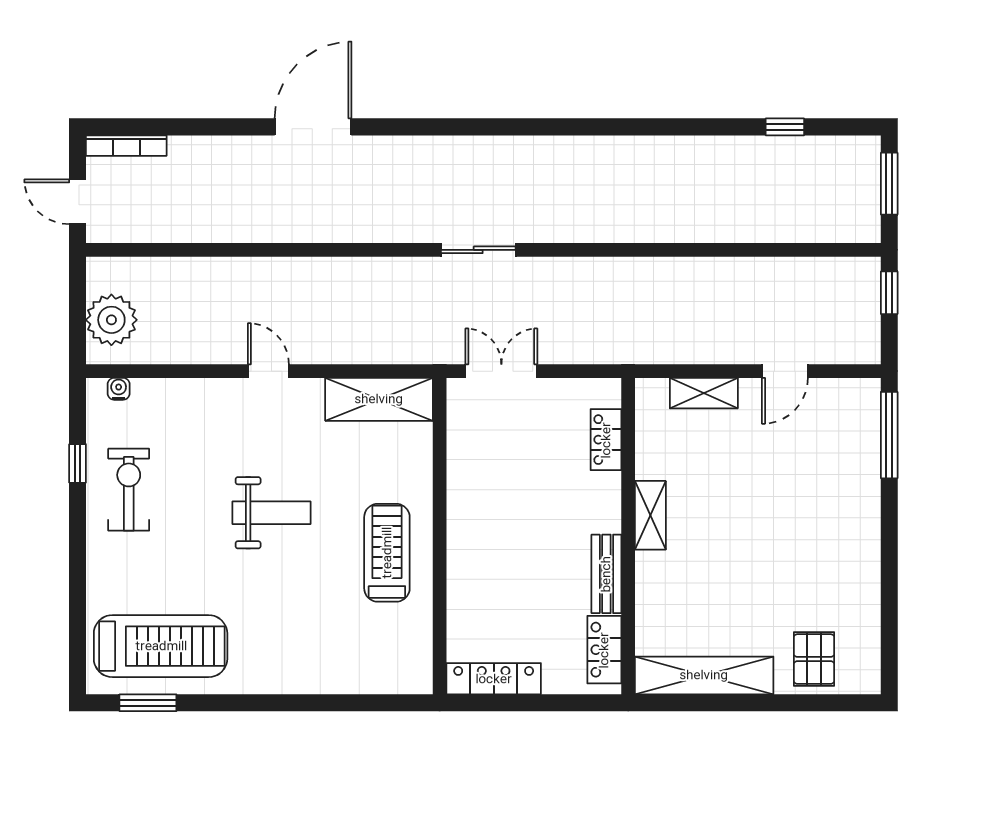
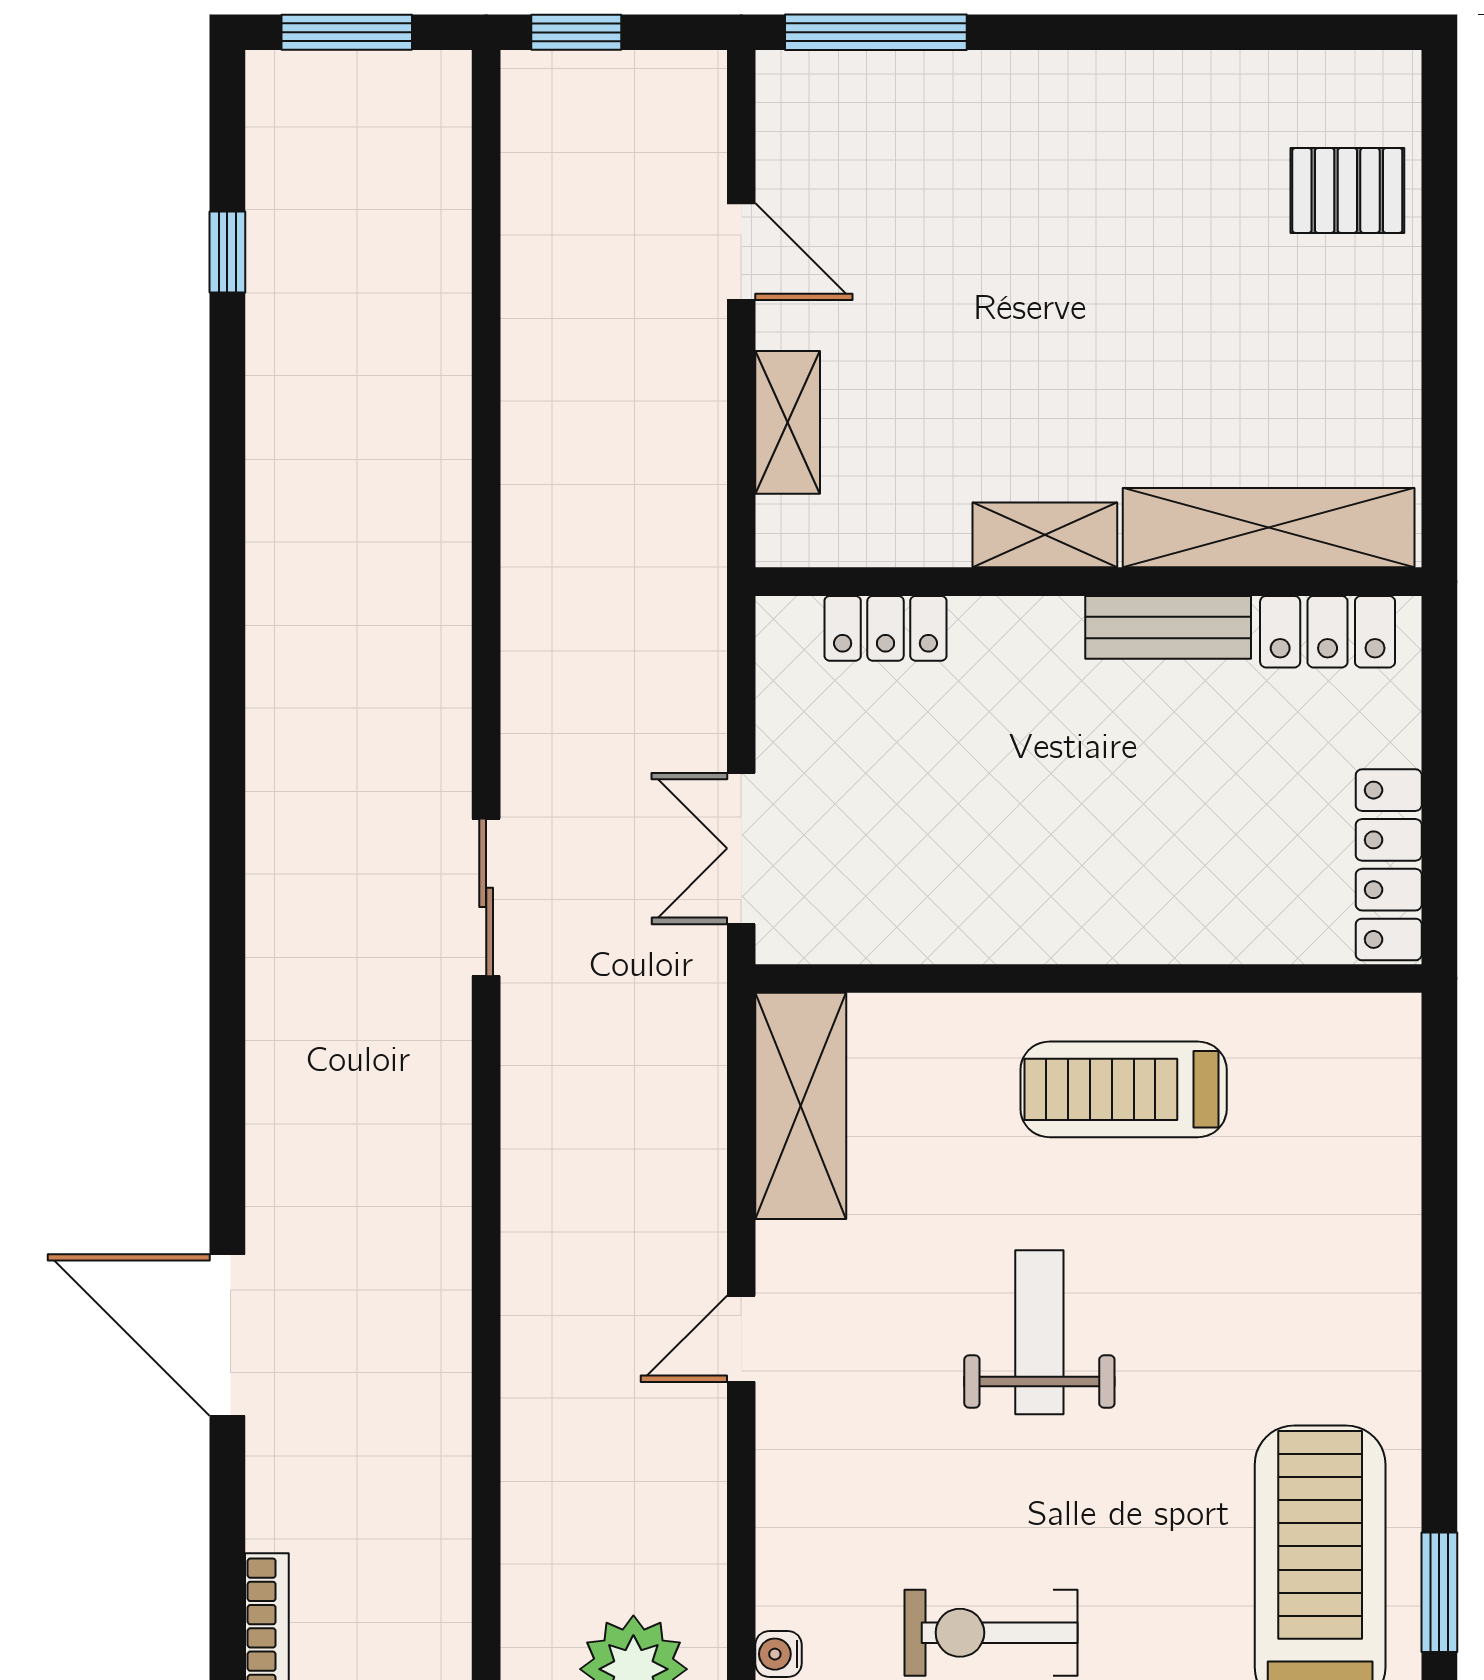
door: (313, 127) -> (227, 1335), moved
shelving: (704, 675) -> (1269, 528), moved, turned 90

